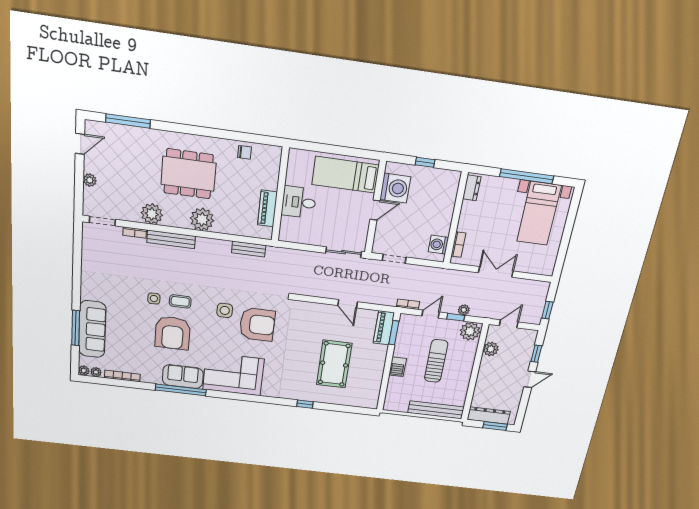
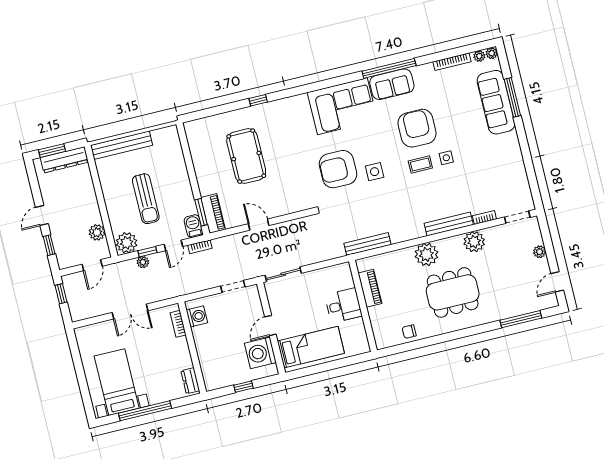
bench: (249, 249) -> (368, 244), width x1.36
barbecue: (398, 367) -> (193, 226), moved

